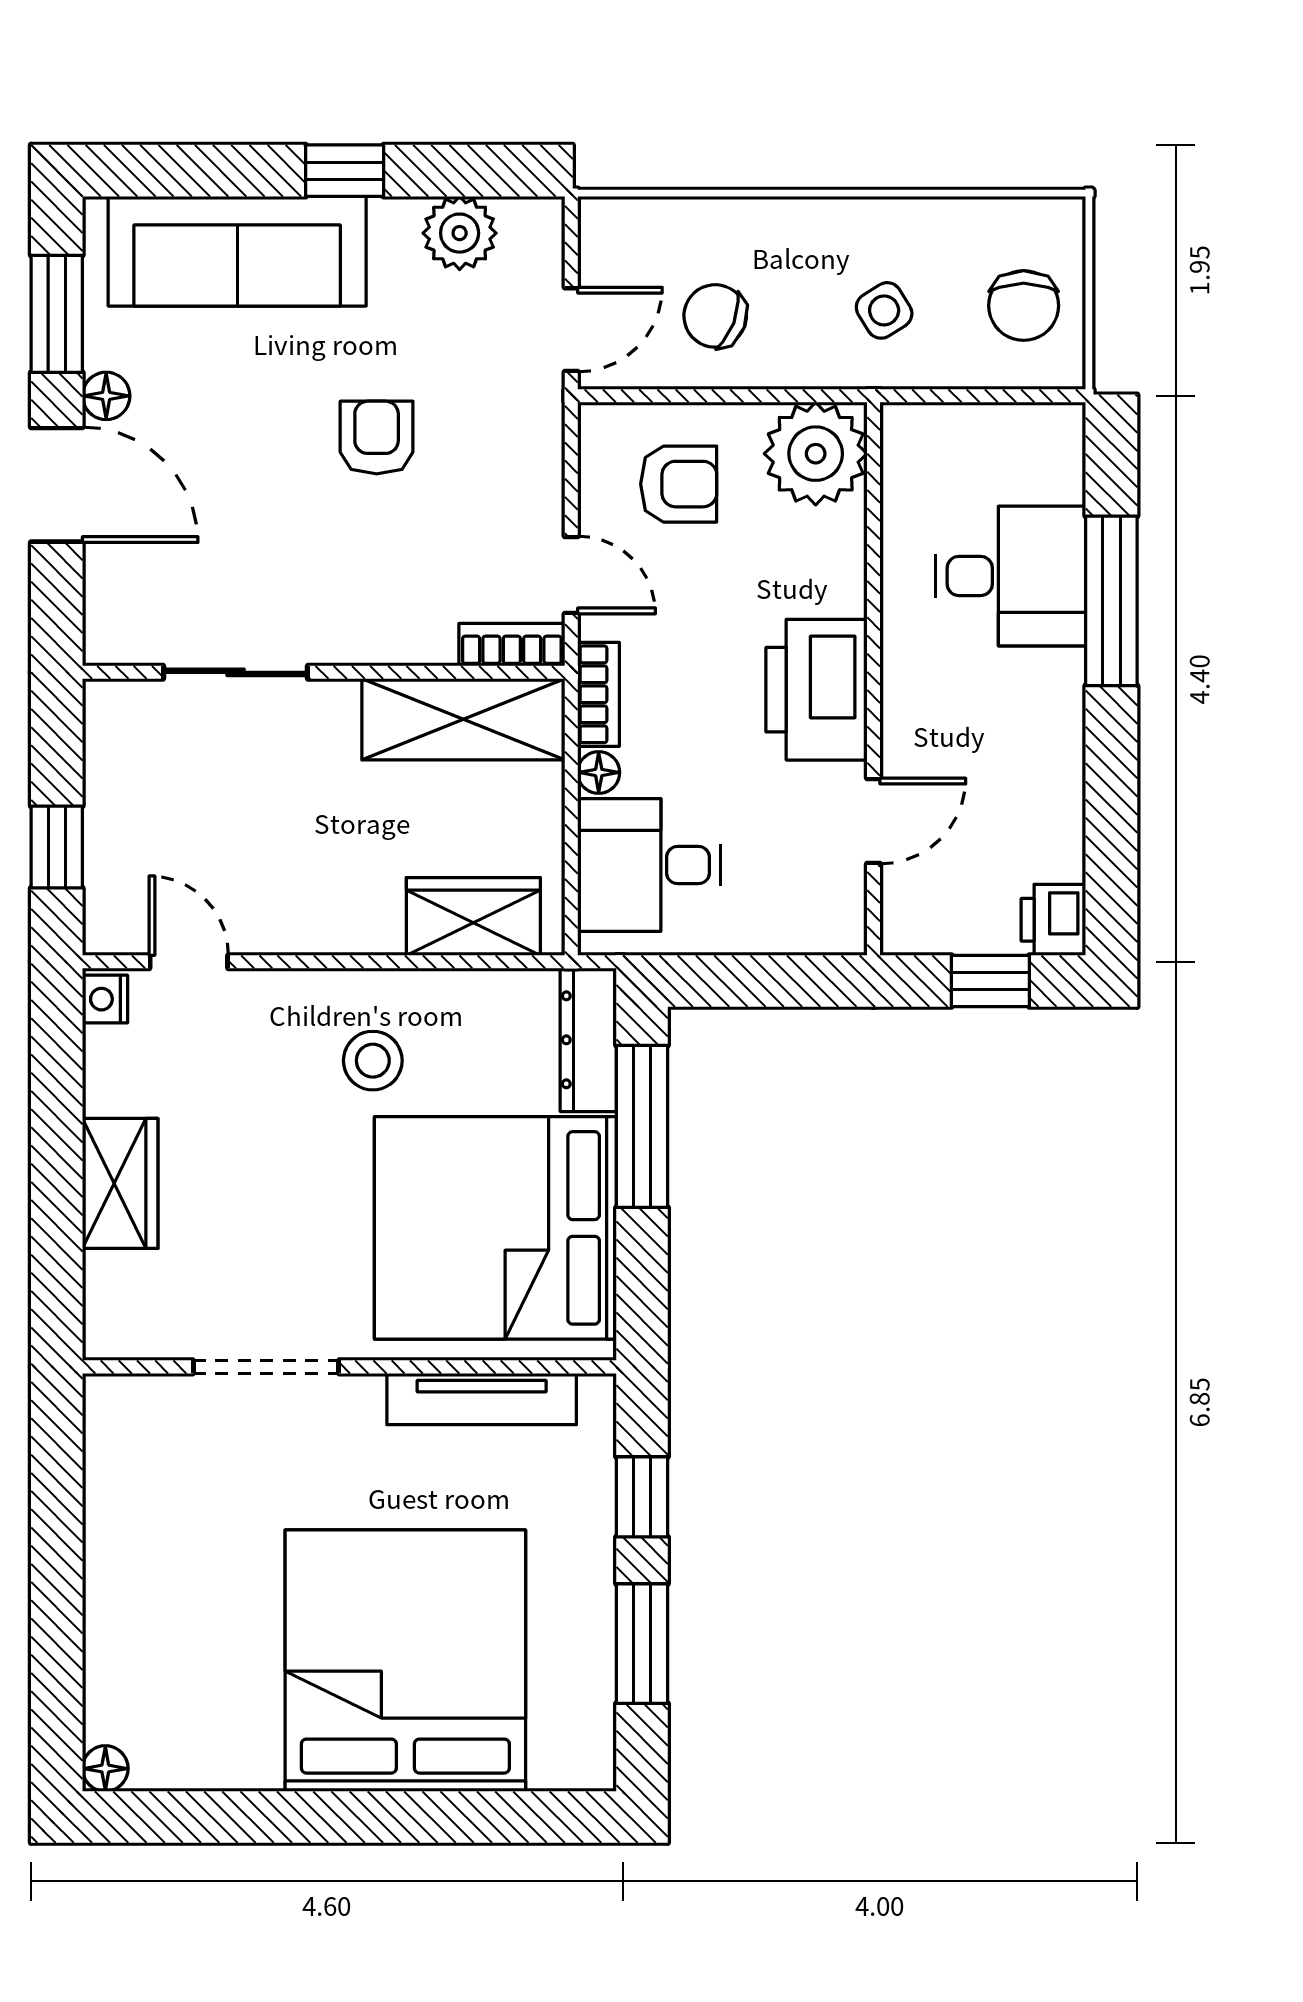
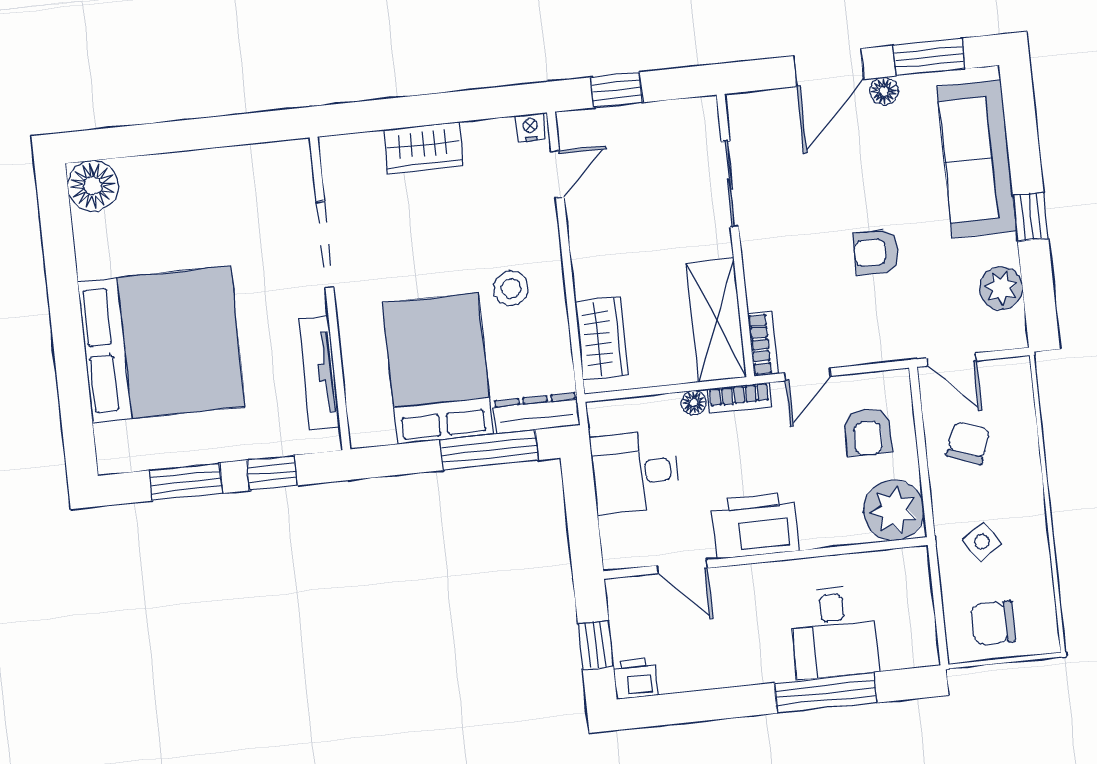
armchair: (377, 437) -> (876, 252), turned 180
desk: (649, 865) -> (635, 472), moved, turned -90
bed: (495, 1228) -> (438, 369), width x0.73
floor lamp: (105, 1769) -> (93, 186), width x1.89, depth x1.89

